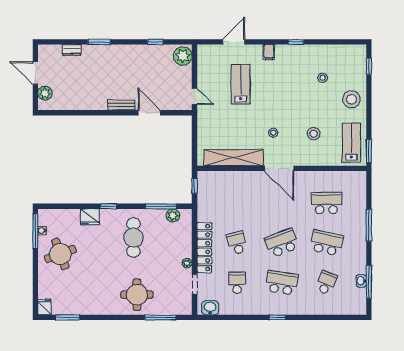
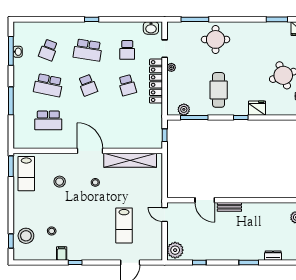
filing cabinet: (269, 52) -> (62, 254), moved
stool: (351, 99) -> (26, 236), moved
school desk: (282, 243) -> (88, 85), width x0.54

